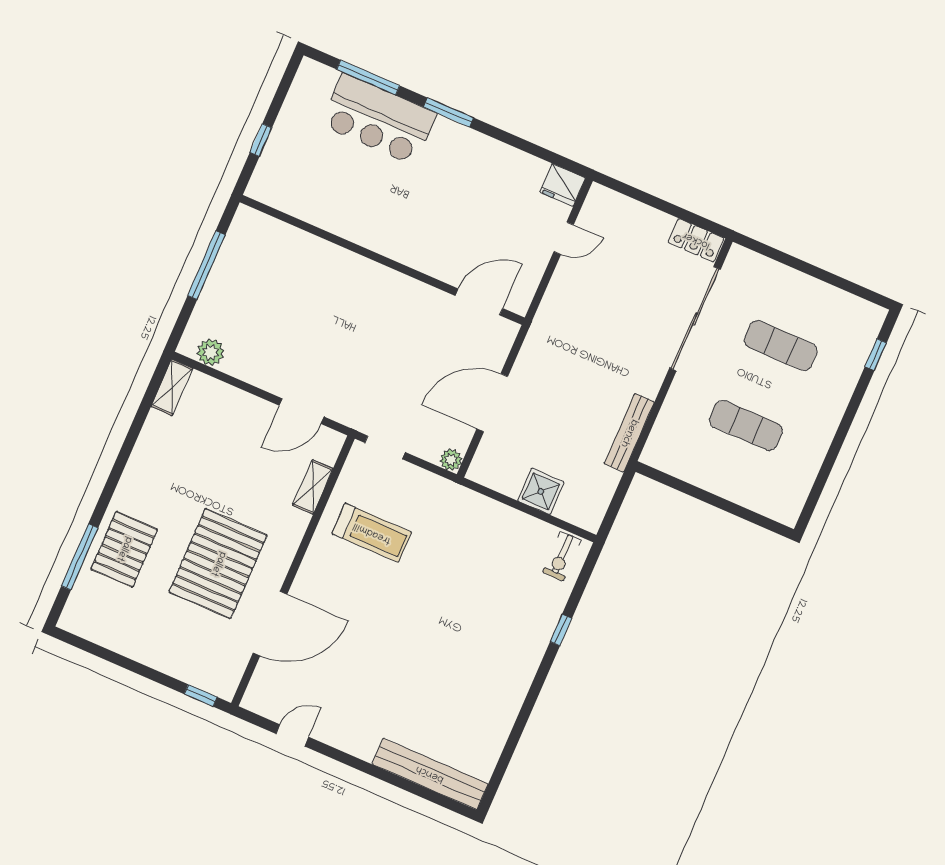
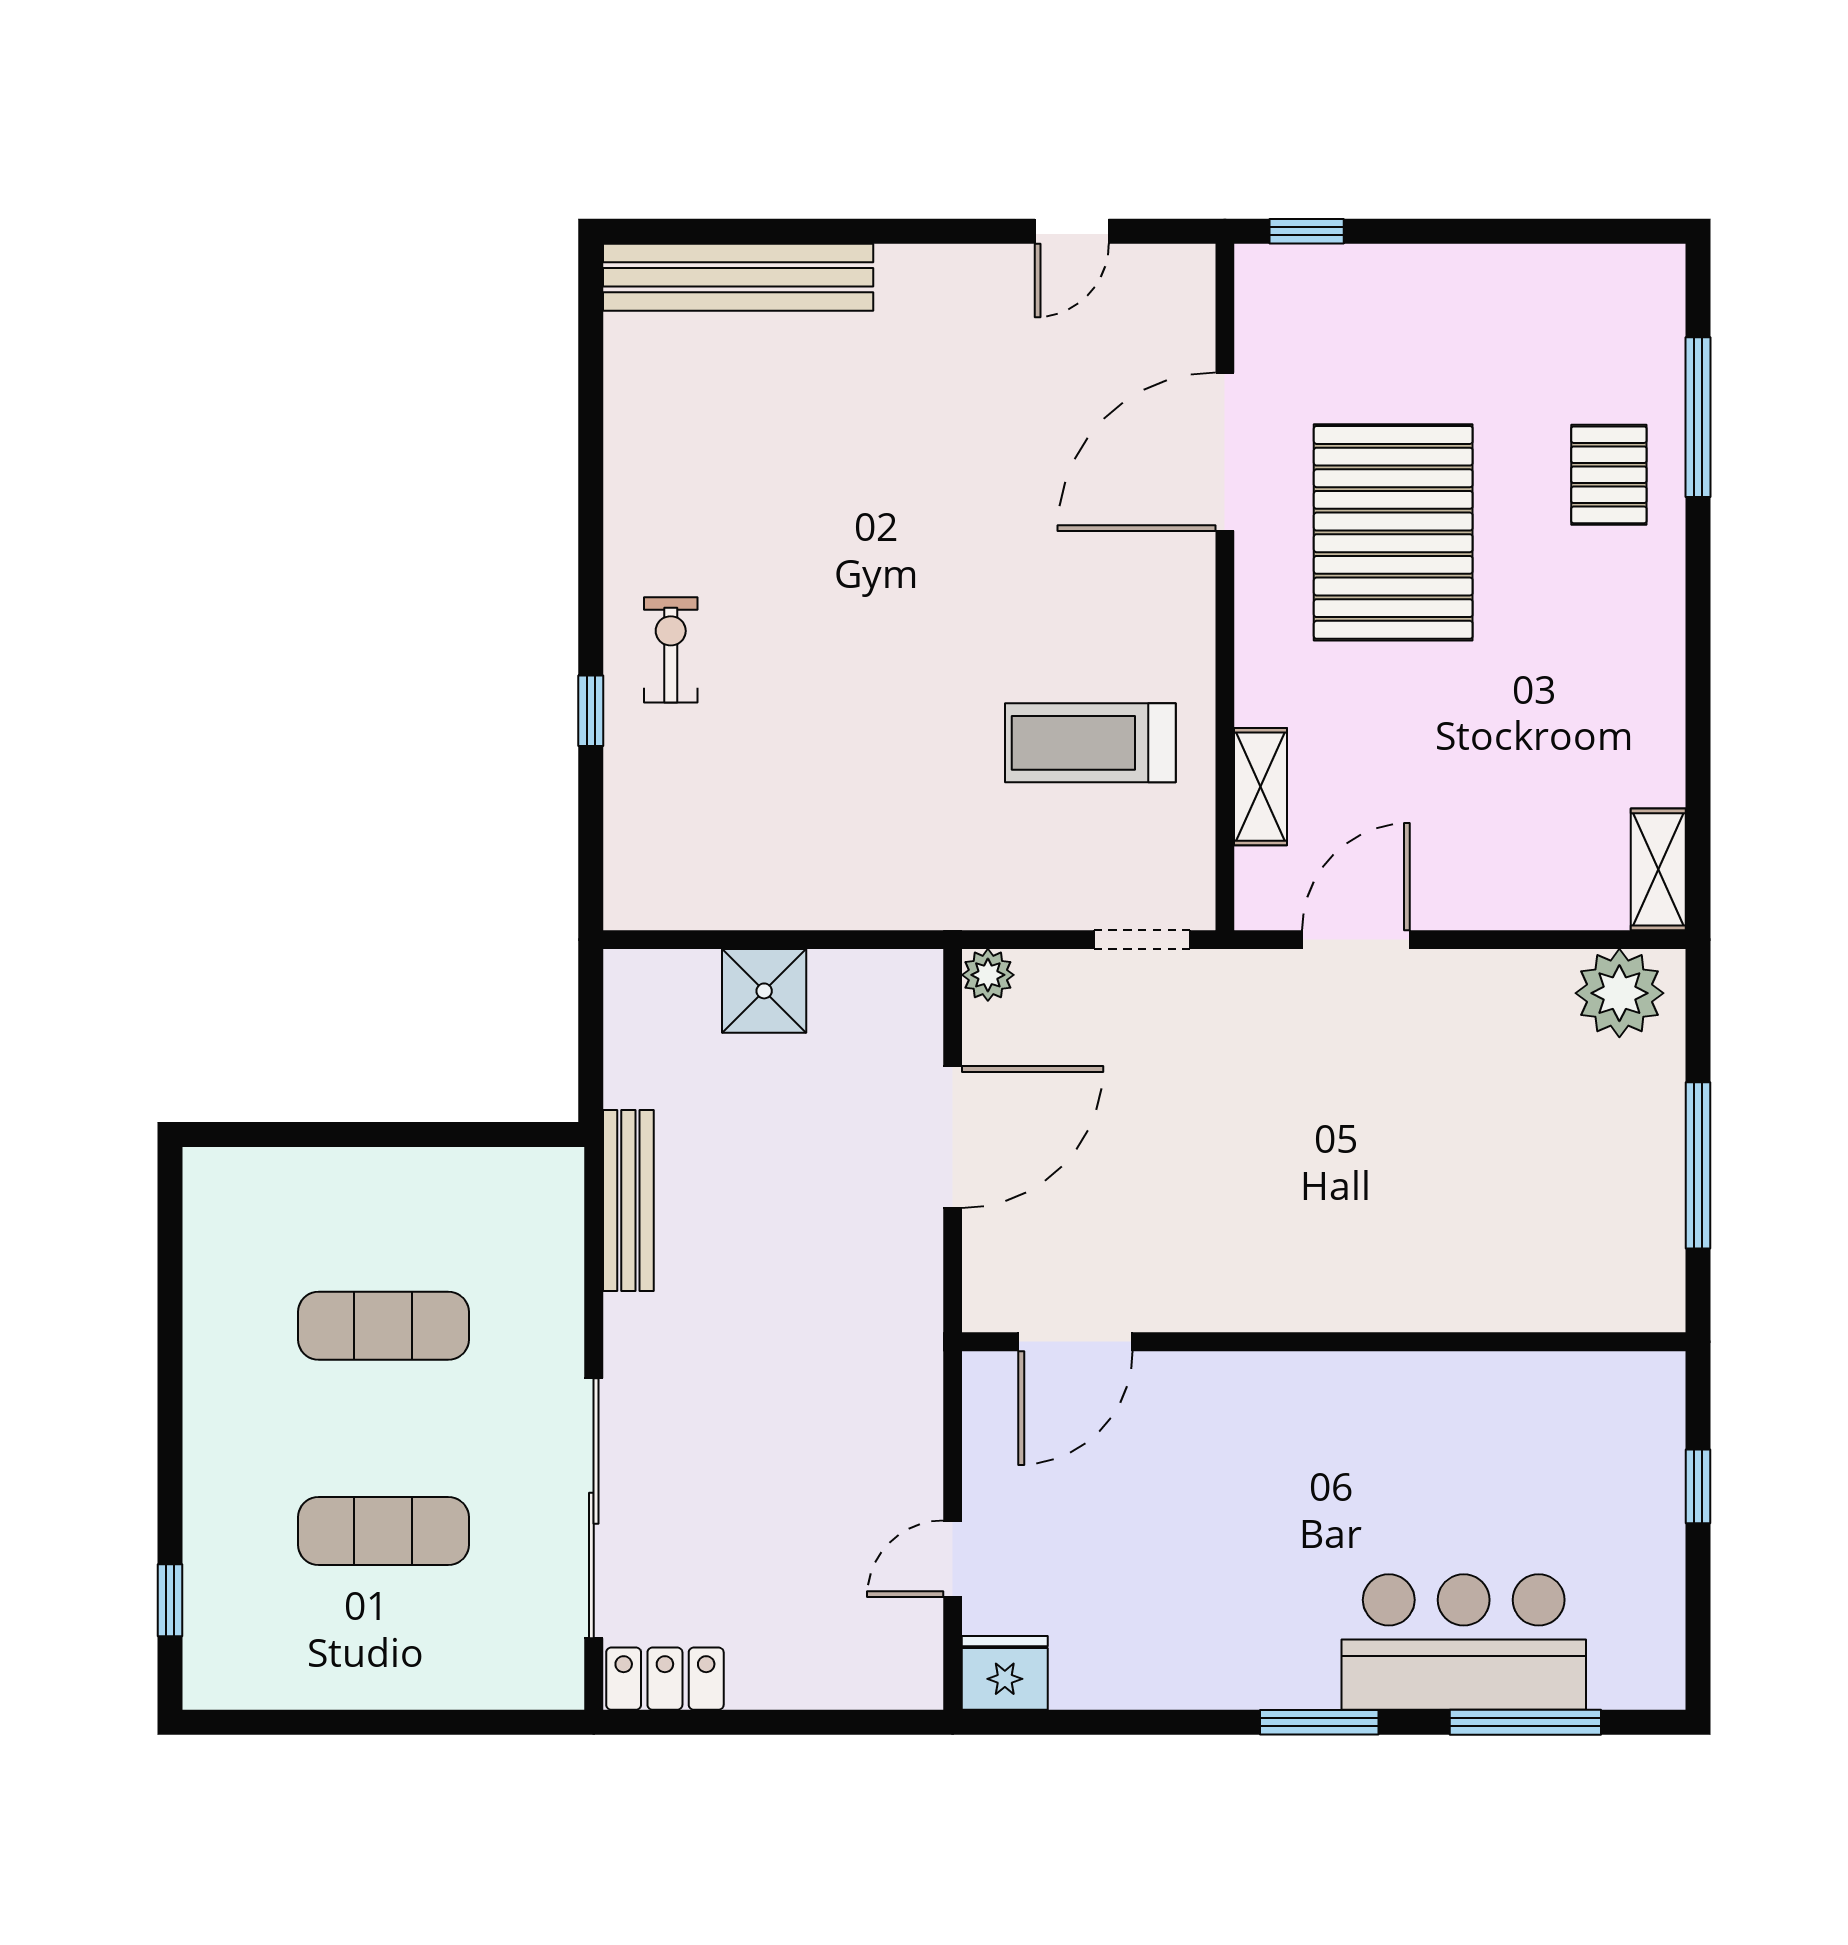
plant: (211, 352) -> (1619, 993), width x1.36, depth x1.36
pallet: (124, 549) -> (1609, 475), width x0.67, depth x0.71
exercise bike: (562, 556) -> (671, 650), moved

